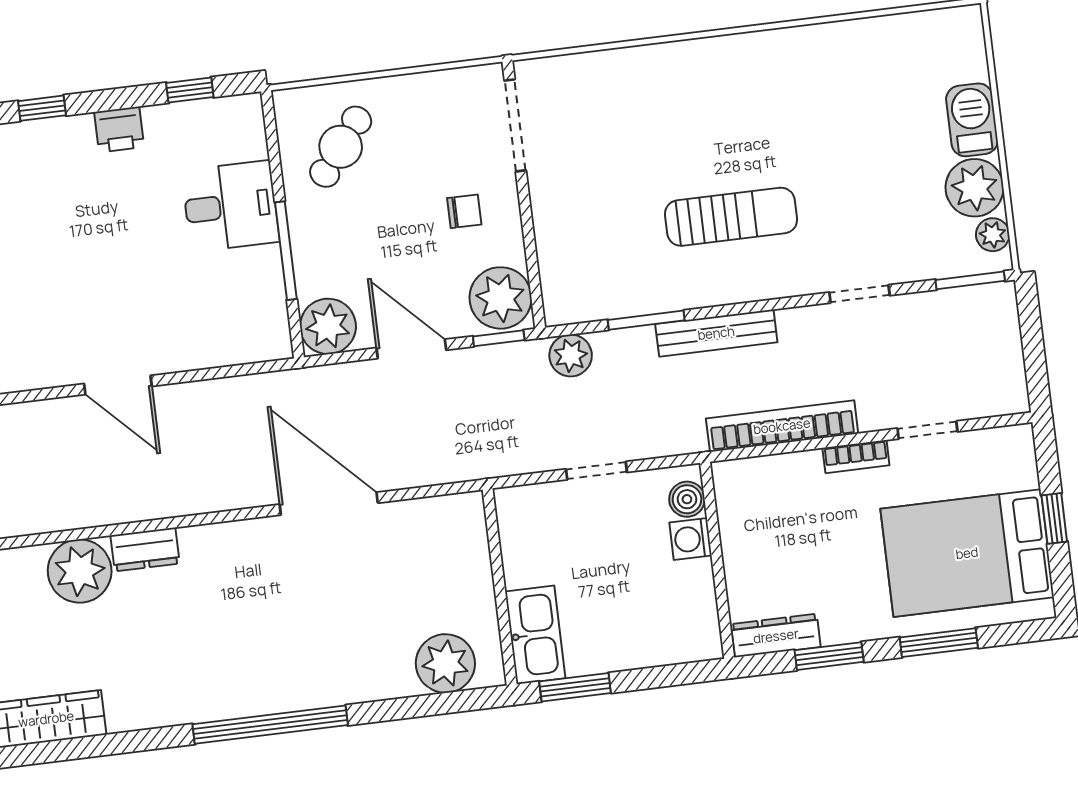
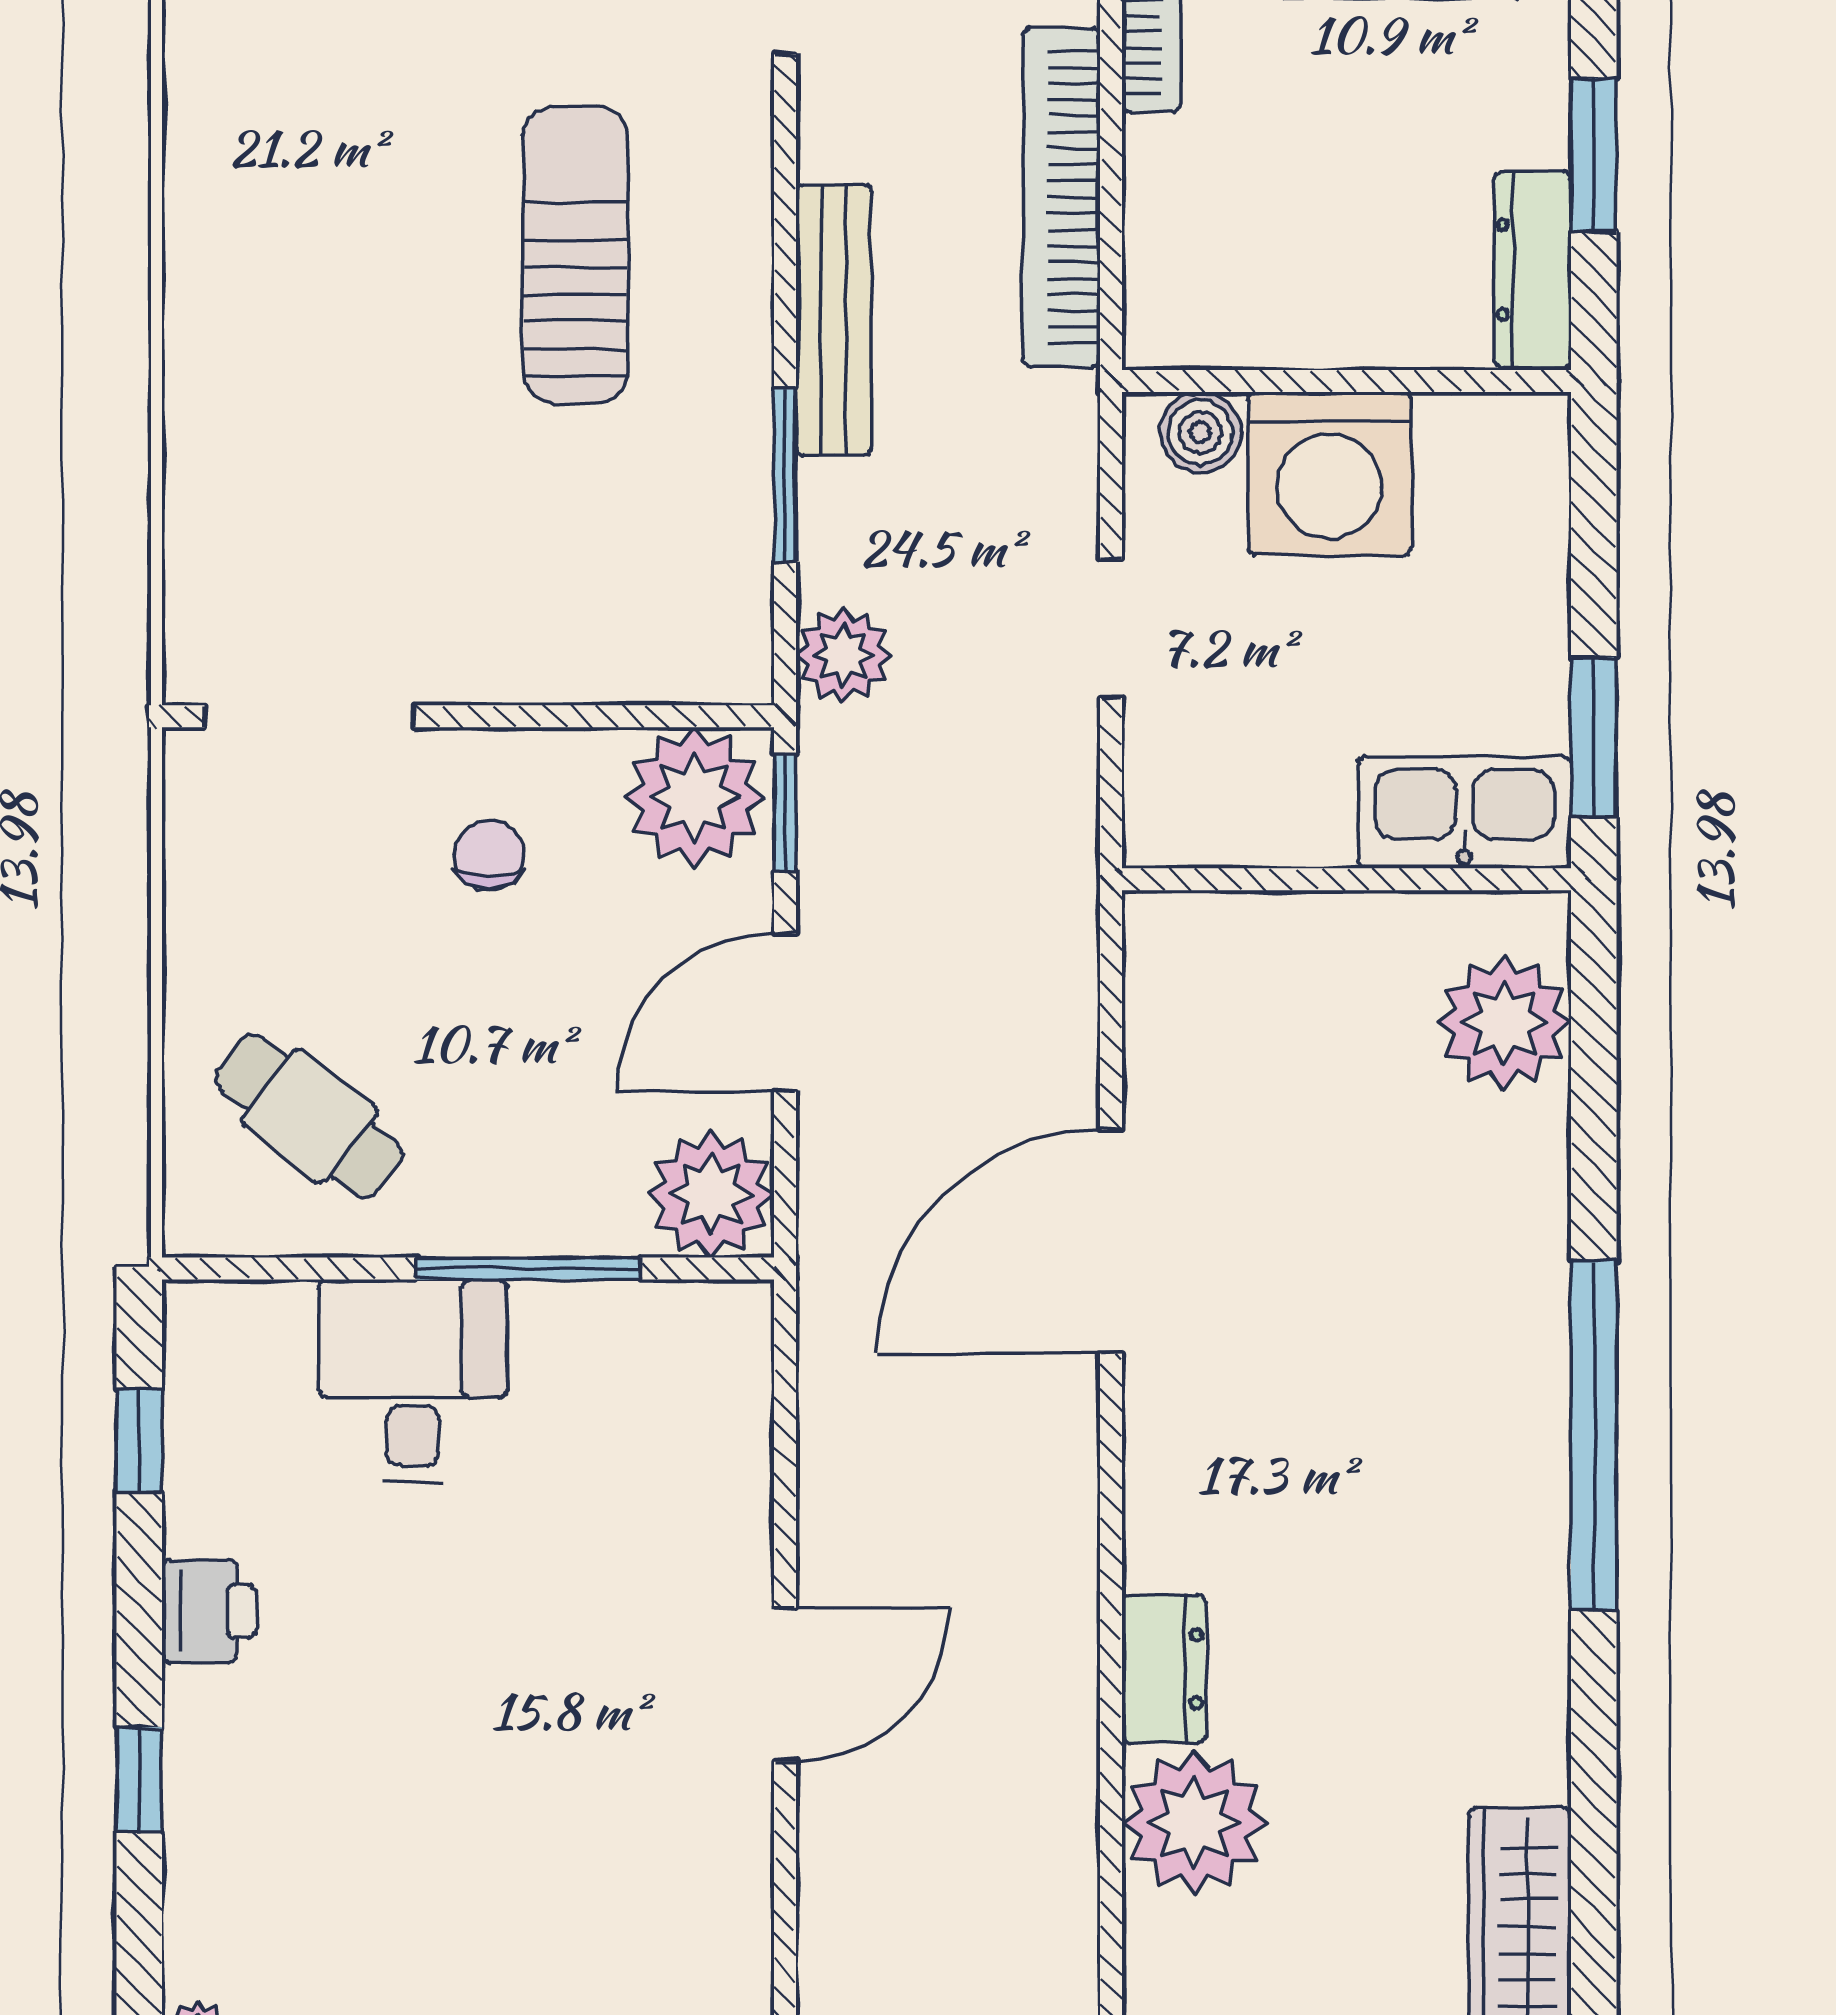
washing machine: (691, 539) -> (1330, 474), width x1.89, depth x1.89

